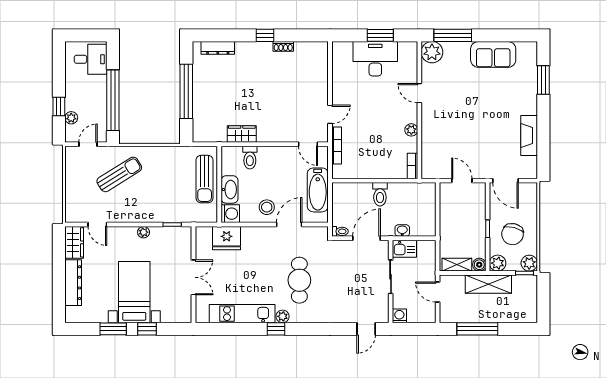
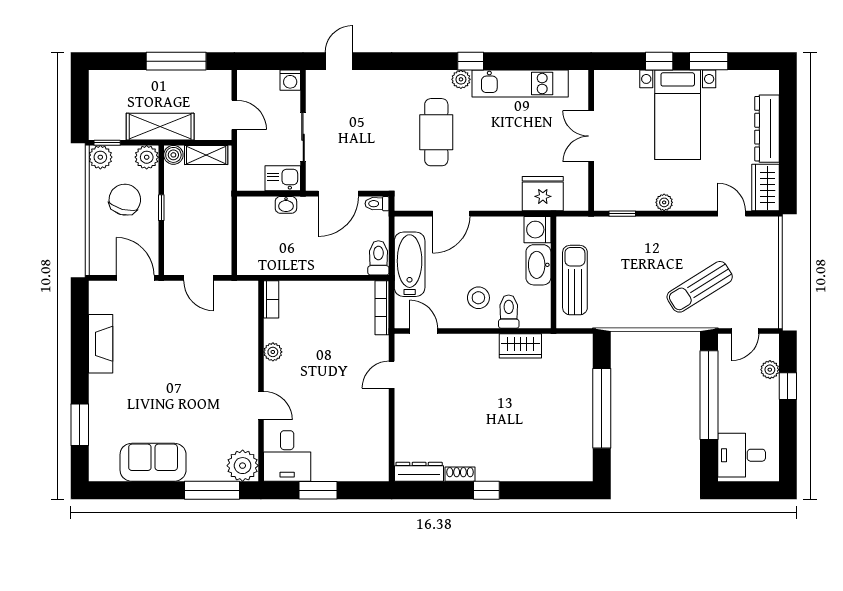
dresser: (218, 48) -> (419, 472), moved
desk: (375, 59) -> (287, 456), moved, width x0.73
bookcase: (337, 145) -> (382, 308), moved
toilet: (380, 194) -> (378, 258), moved
stool: (267, 207) -> (478, 298), moved

